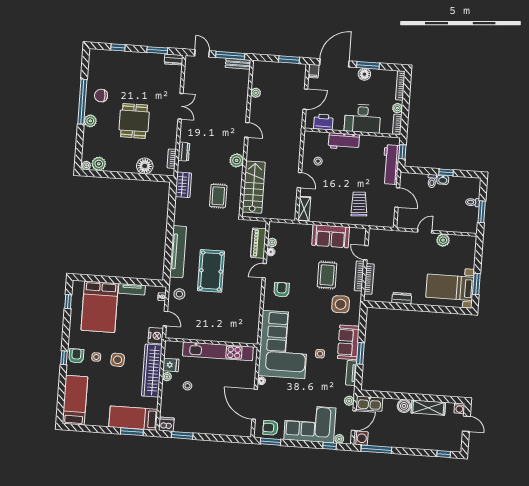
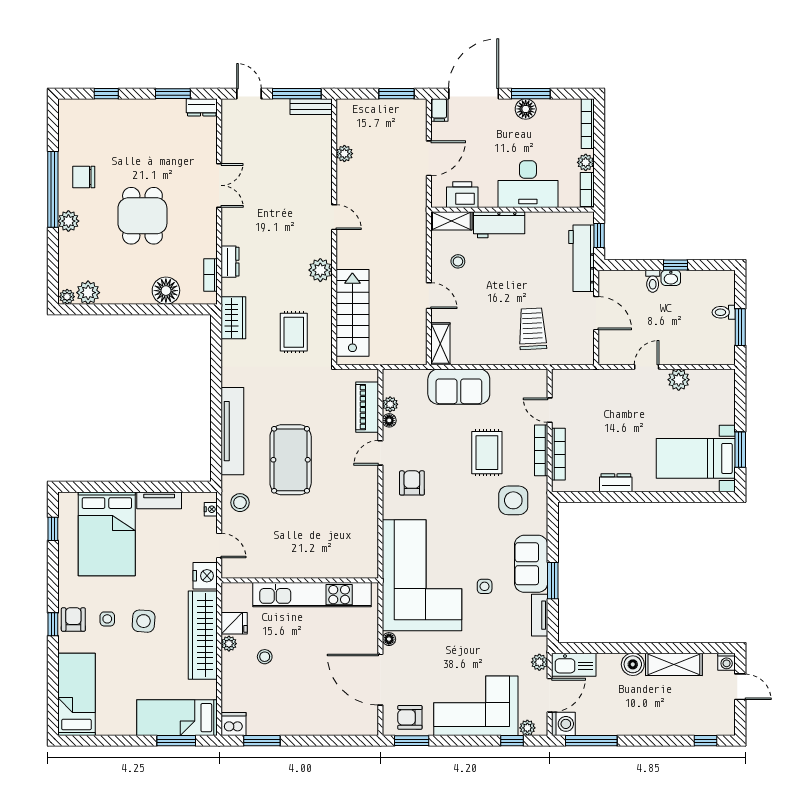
shelving: (316, 137) -> (451, 221), added
sofa: (331, 236) -> (459, 387), moved

